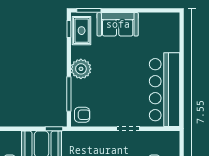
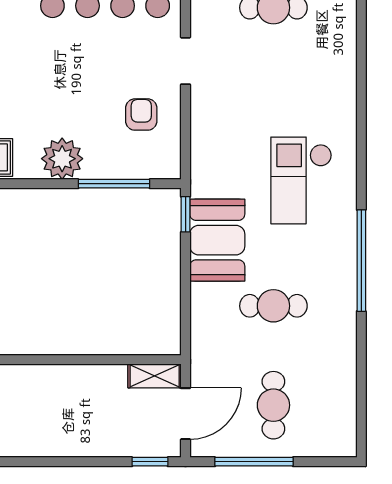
armchair: (82, 115) -> (141, 115), moved

